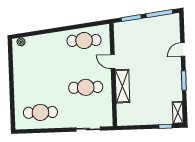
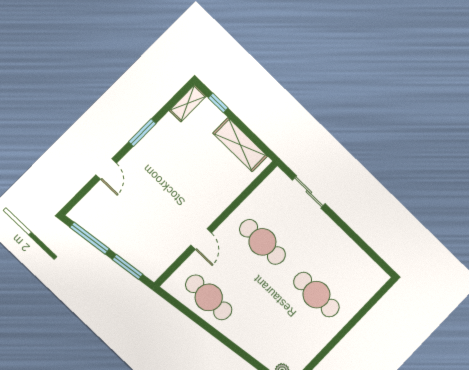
door: (183, 50) -> (106, 169), hinge flipped
shelving: (122, 86) -> (240, 145), moved, turned 90
cafe table: (40, 112) -> (316, 295), moved

